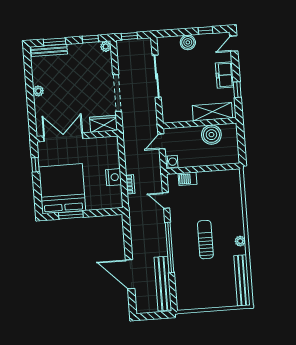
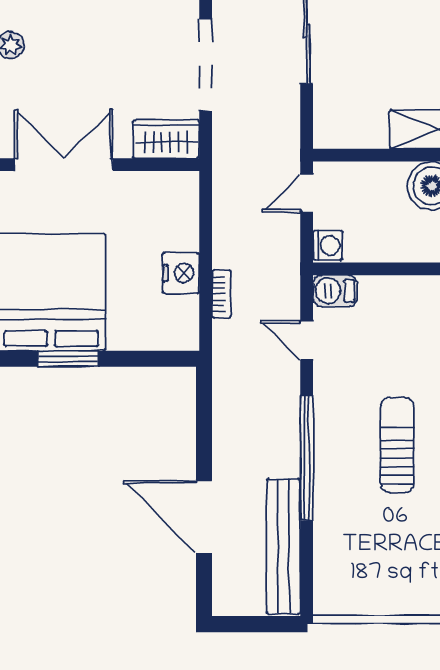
barbecue: (188, 179) -> (335, 291), moved

